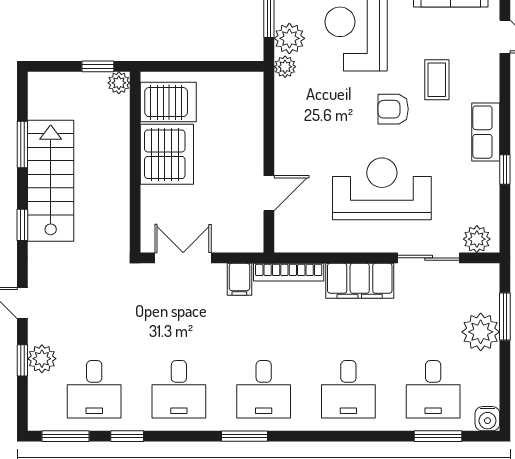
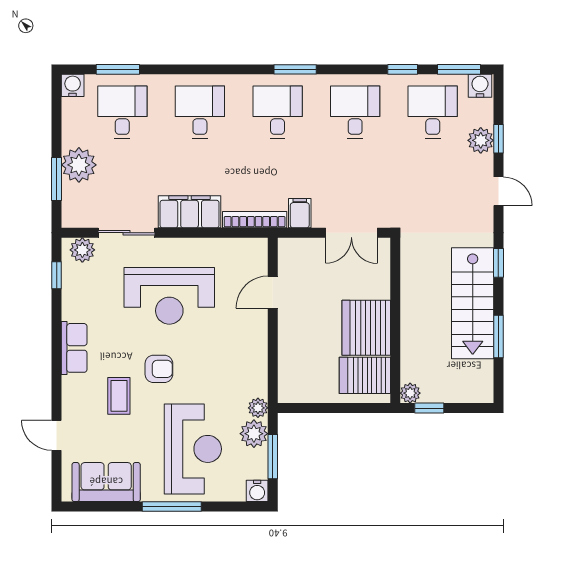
window: (505, 169) -> (57, 275), moved
water cooler: (43, 418) -> (480, 86), added

